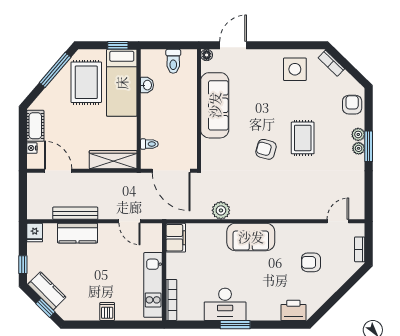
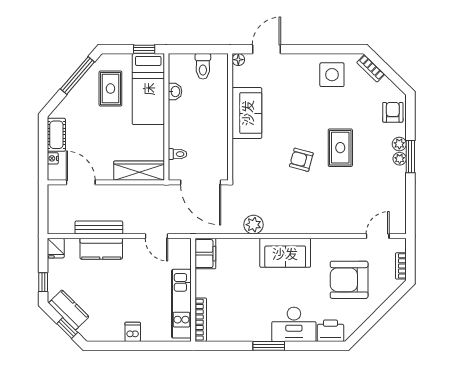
rug: (86, 82) -> (110, 89), width x0.73, depth x0.70
sofa: (215, 105) -> (247, 113), width x0.73
armchair: (311, 262) -> (349, 280), width x1.88, depth x1.88
desk: (225, 304) -> (294, 324), moved

